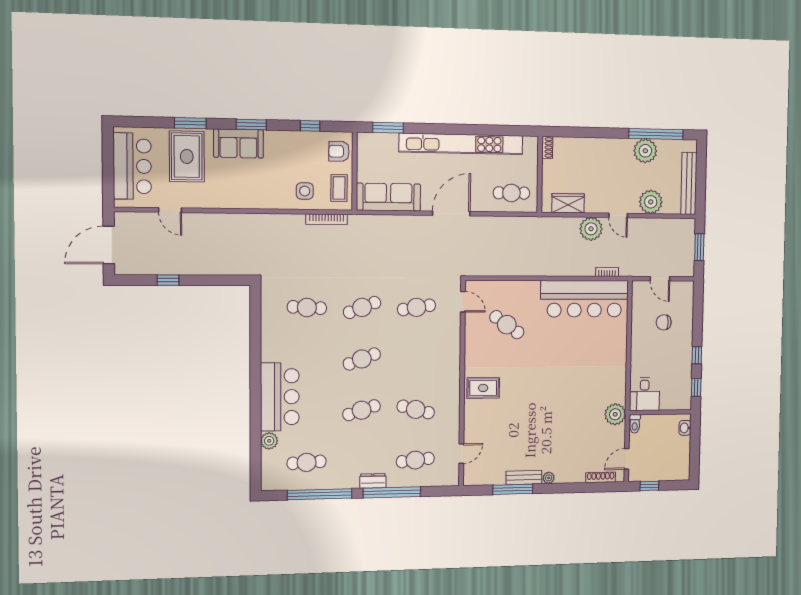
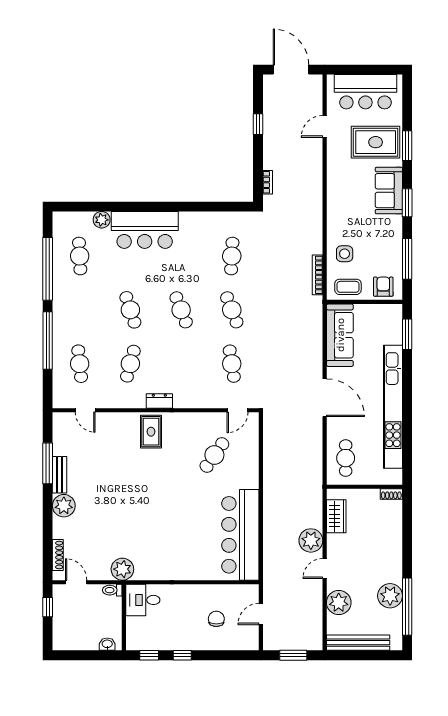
window: (310, 126) -> (407, 259), width x2.17
bookcase: (607, 272) -> (268, 182), moved
plant: (549, 478) -> (64, 506), width x1.88, depth x1.88
dresser: (373, 481) -> (159, 401), moved, turned -90

